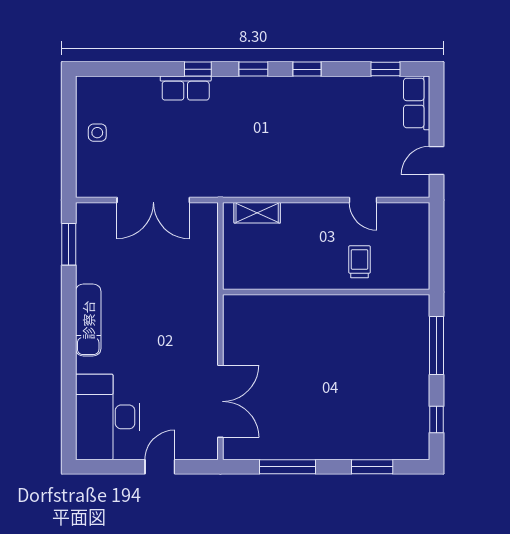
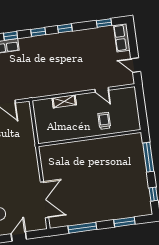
door: (436, 161) -> (136, 65), hinge flipped
shelving: (257, 213) -> (64, 101), moved

